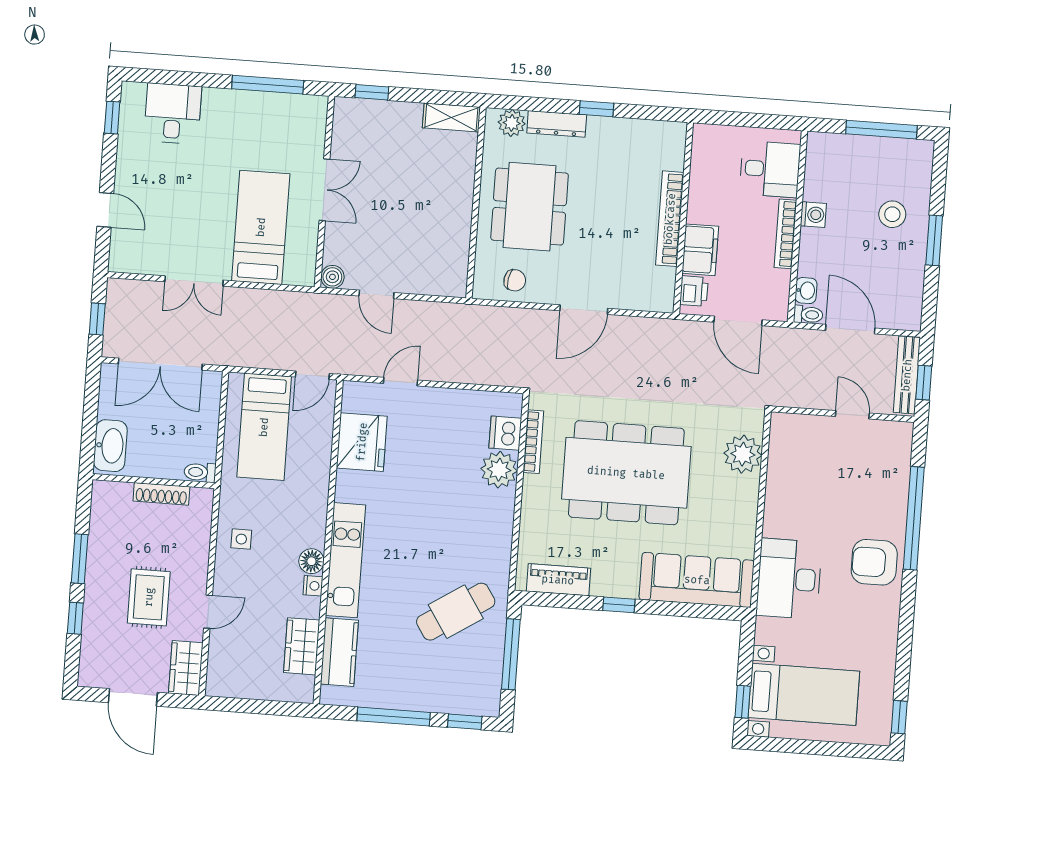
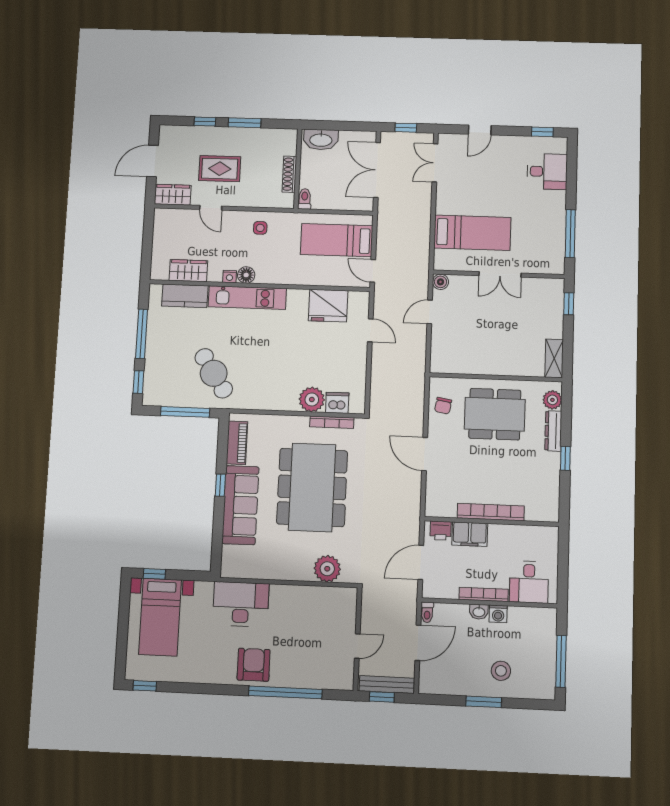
double door: (194, 281) -> (435, 163), moved
washbasin: (806, 291) -> (479, 612), moved
sofa: (697, 580) -> (240, 505), moved

